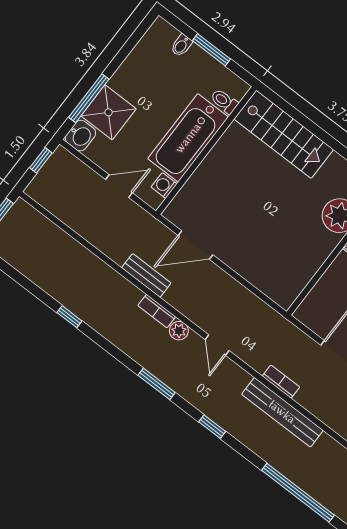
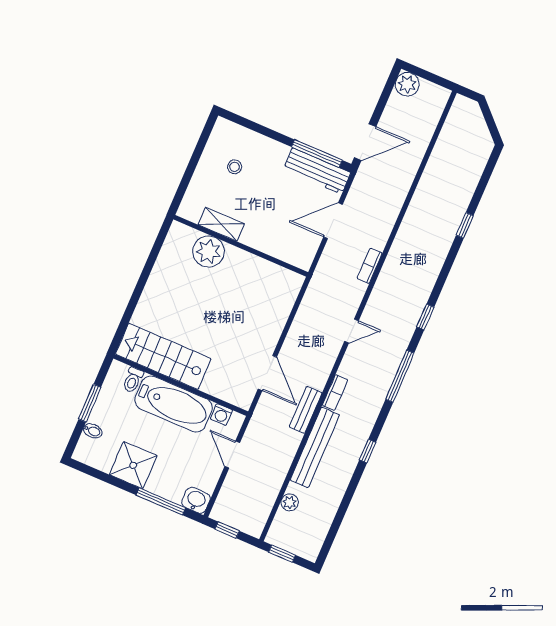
shower: (109, 112) -> (133, 465), moved
stairs: (284, 134) -> (163, 356), moved, turned -90
window: (69, 317) -> (368, 451), moved
plant: (179, 331) -> (290, 502), moved
window: (157, 384) -> (400, 376), width x1.44
bench: (282, 412) -> (315, 447), moved
window: (298, 493) -> (465, 225), width x0.32

